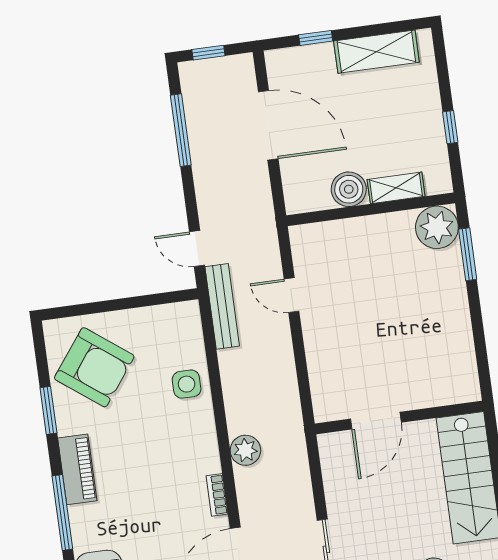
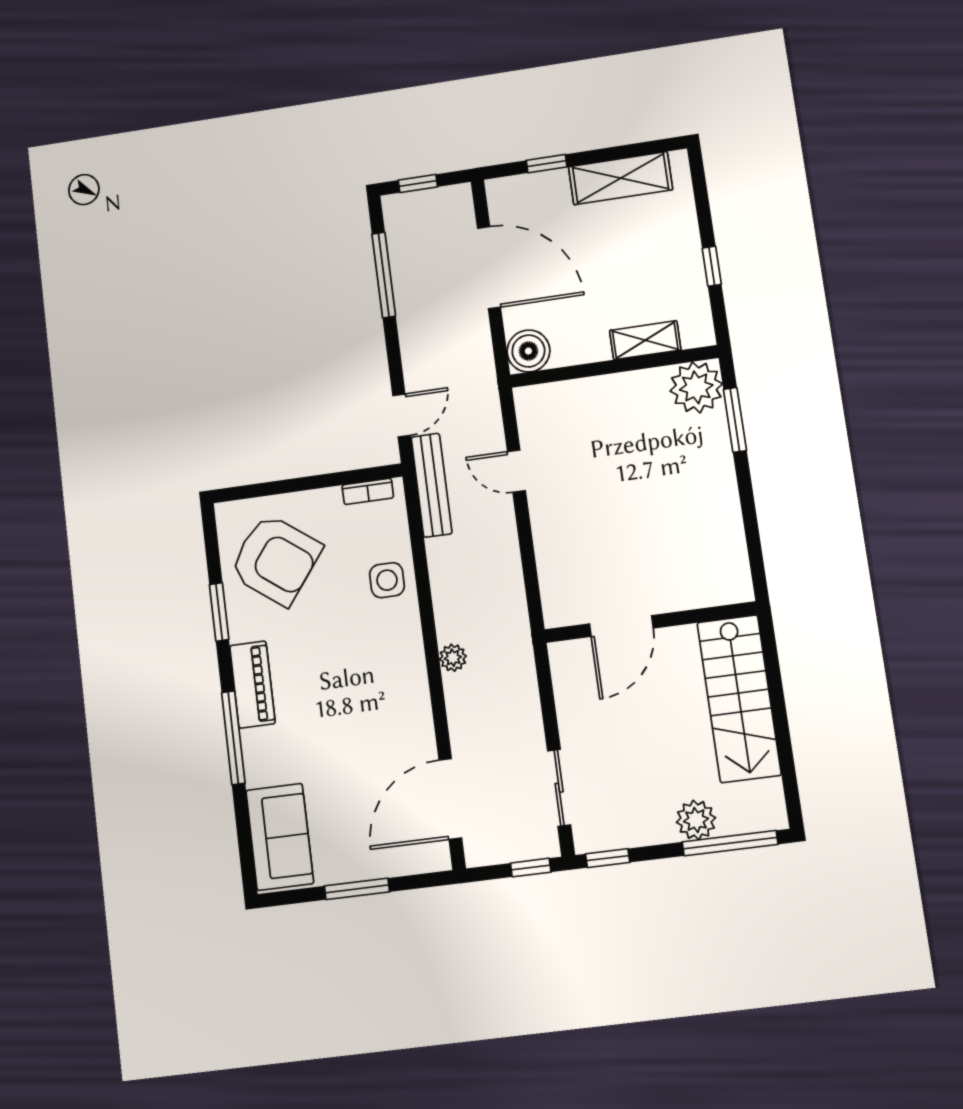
boiler: (349, 189) -> (528, 351), moved
door: (197, 248) -> (402, 415), swing flipped
plant: (245, 450) -> (453, 658), width x0.73, depth x0.73
bookcase: (217, 495) -> (368, 491), moved, turned -90

